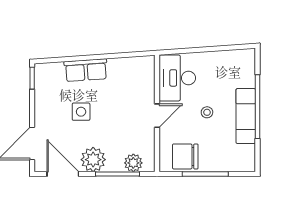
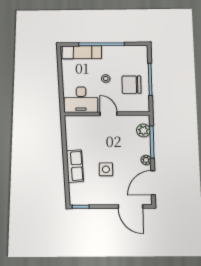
exam couch: (246, 116) -> (82, 52), moved
chair: (185, 156) -> (132, 85), moved, turned 90
plant: (93, 160) -> (146, 160), width x0.53, depth x0.53

